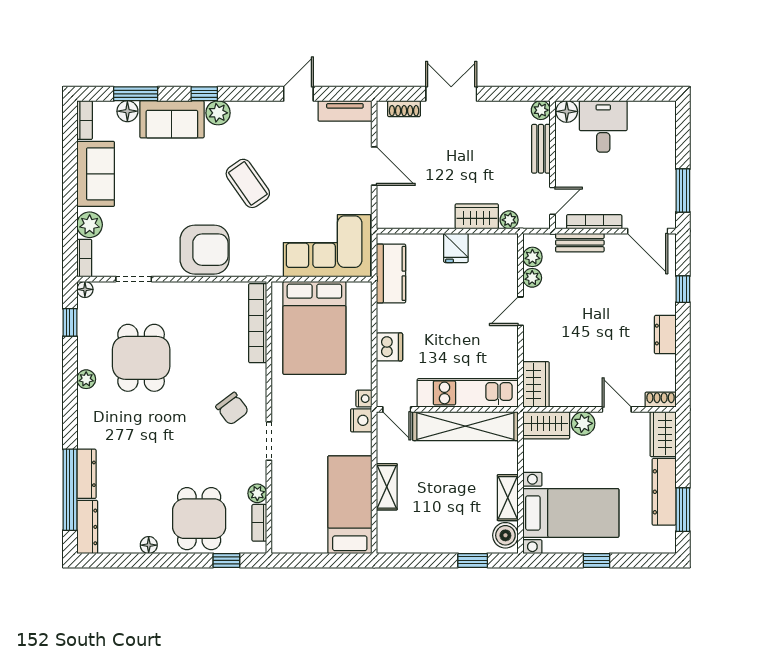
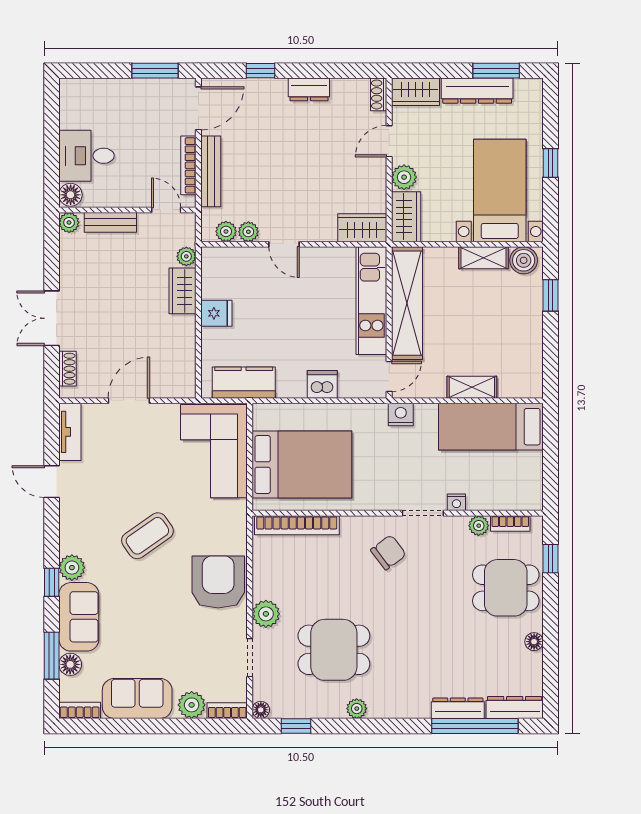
bench: (580, 243) -> (211, 171), width x1.36
plant: (175, 294) -> (266, 614), added
nightstand: (364, 399) -> (456, 502), moved, turned 180

